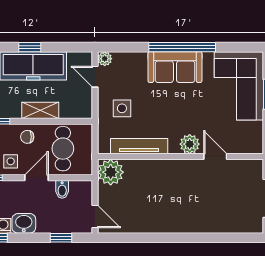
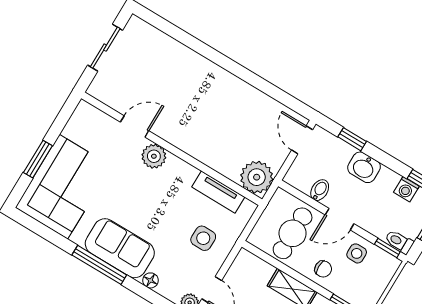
window: (182, 47) -> (99, 265), width x0.68
floor lamp: (141, 58) -> (151, 280), added
tv unit: (139, 146) -> (218, 192), width x0.71
door: (215, 157) -> (135, 126), swing flipped
washbasin: (24, 223) -> (364, 167), moved

